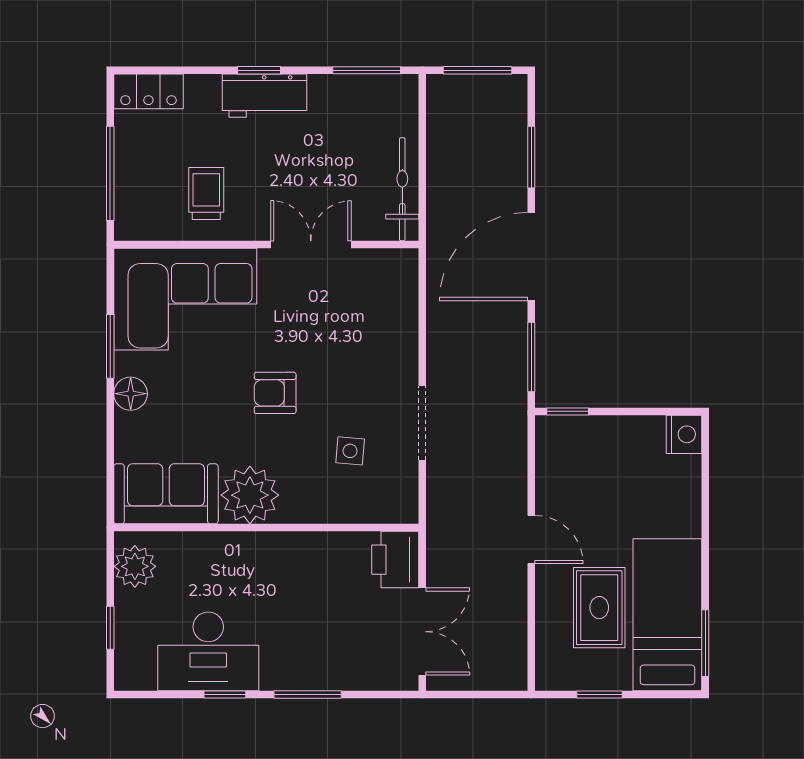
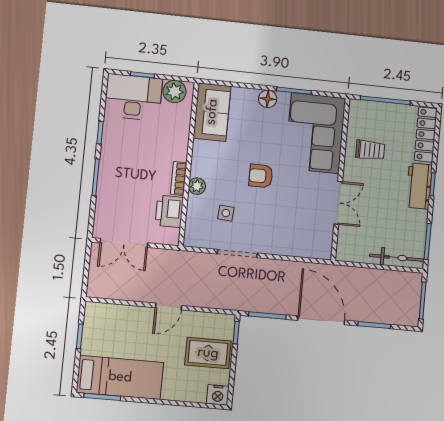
locker: (148, 91) -> (426, 135), width x1.53
bicycle: (402, 189) -> (397, 258), moved
armchair: (275, 393) -> (261, 176), turned -90
plant: (250, 495) -> (197, 186), moved, width x0.53, depth x0.53
bookcase: (295, 543) -> (179, 179), added
printer: (395, 560) -> (169, 211), moved, turned -90
rug: (599, 608) -> (208, 353), moved
desk: (208, 651) -> (133, 97), moved, turned 90

